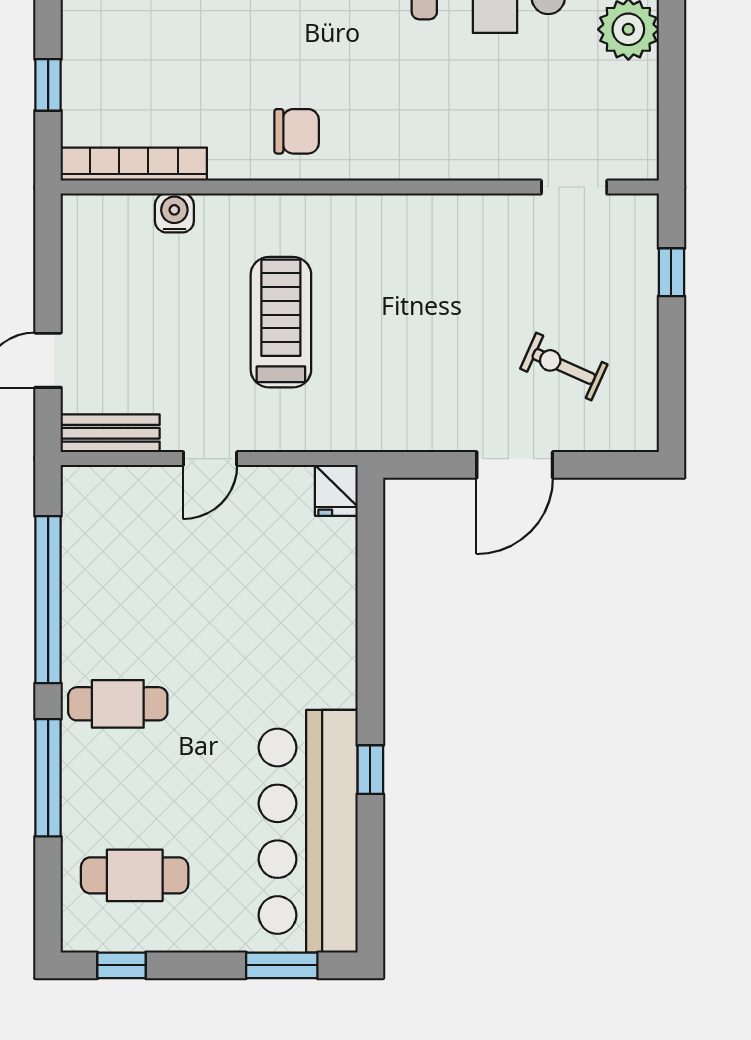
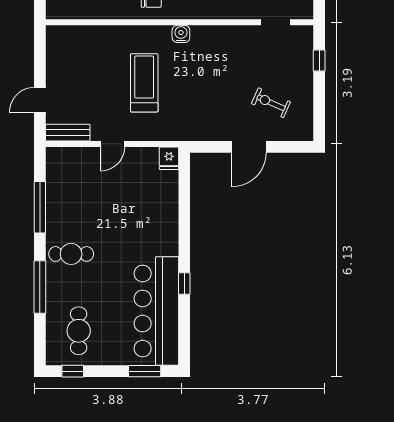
bookcase: (134, 164) -> (78, 12), removed
water cooler: (174, 213) -> (181, 34), moved
window: (48, 600) -> (40, 207), width x0.68
cafe table: (135, 875) -> (79, 331), turned 90

